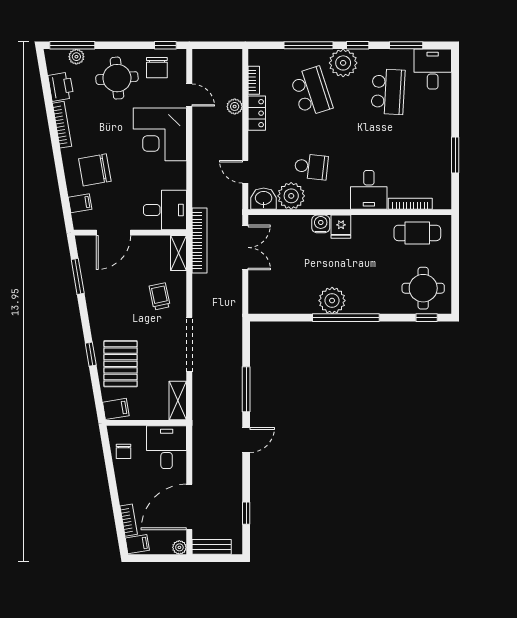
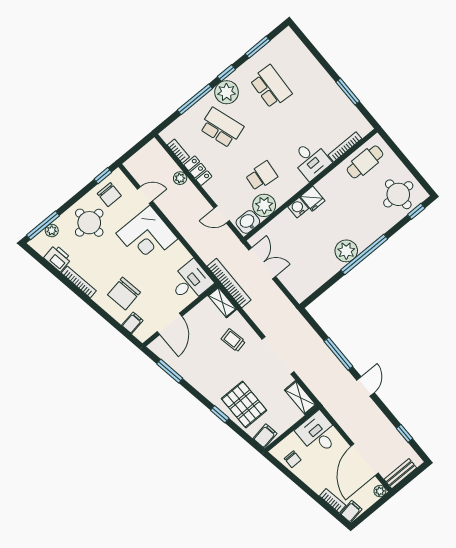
desk: (433, 69) -> (287, 48), removed

